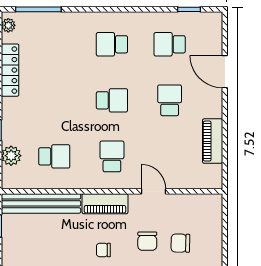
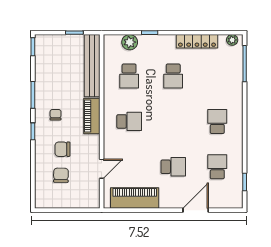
school desk: (112, 100) -> (173, 76), moved
piano: (213, 141) -> (135, 198), width x1.37, depth x1.33
door: (154, 191) -> (102, 169), moved

